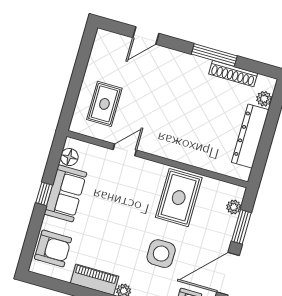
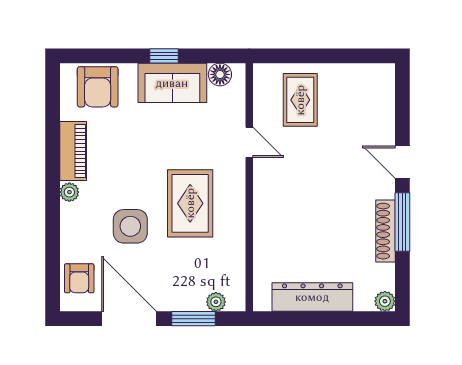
door: (146, 36) -> (402, 162), moved
shoe rack: (233, 74) -> (386, 231), moved
plant: (264, 99) -> (385, 301), moved
rug: (104, 104) -> (300, 100), turned 90
rug: (179, 198) -> (190, 203), moved, turned 90

